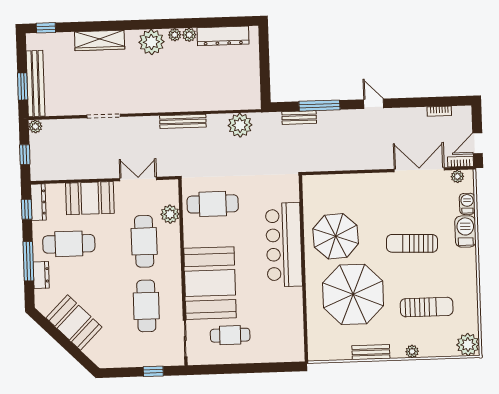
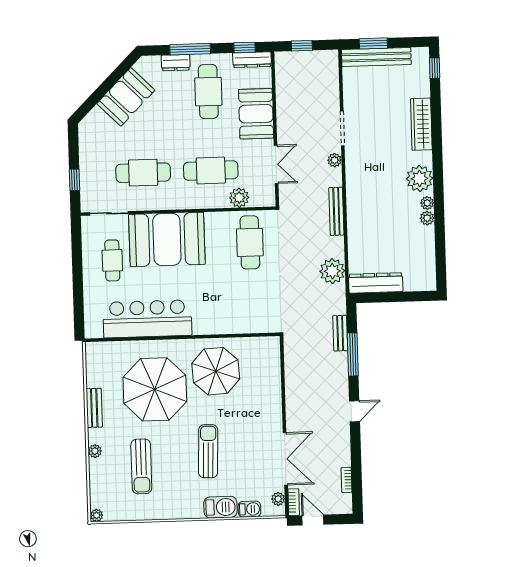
dresser: (223, 36) -> (376, 283), moved, turned 90
plant: (35, 126) -> (335, 160), moved
bar counter: (284, 245) -> (147, 319), moved
plant: (468, 345) -> (97, 515), width x0.53, depth x0.53

